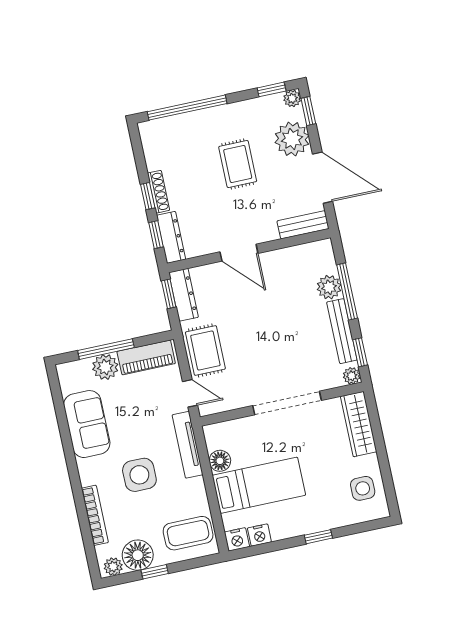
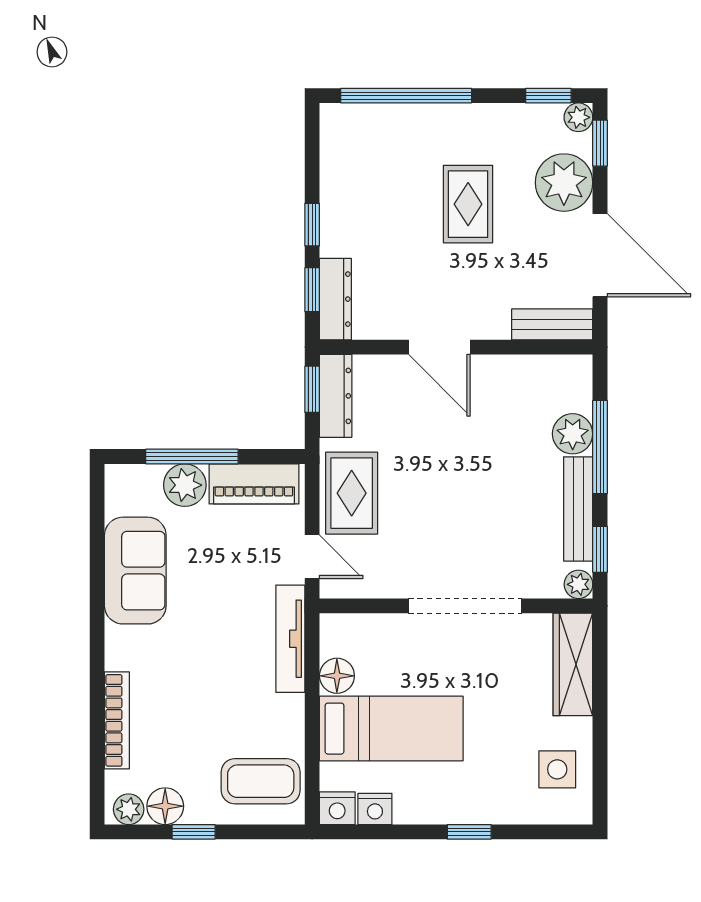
shoe rack: (159, 192) -> (331, 221), removed
side table: (139, 475) -> (202, 671), removed
floor lamp: (138, 555) -> (165, 806), width x0.73, depth x0.73

